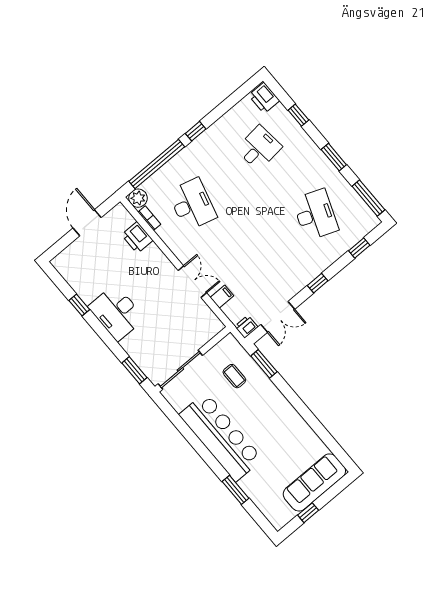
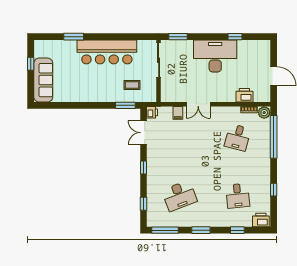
window: (196, 131) -> (274, 190), moved
desk: (192, 204) -> (238, 137), width x0.73
desk: (315, 215) -> (179, 196), turned -42
desk: (116, 313) -> (215, 56), width x1.36, depth x1.30

